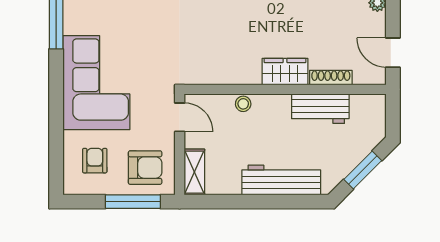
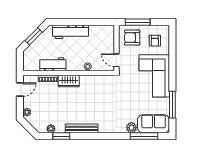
door: (393, 53) -> (20, 90), hinge flipped
shelving: (194, 172) -> (110, 36), removed

